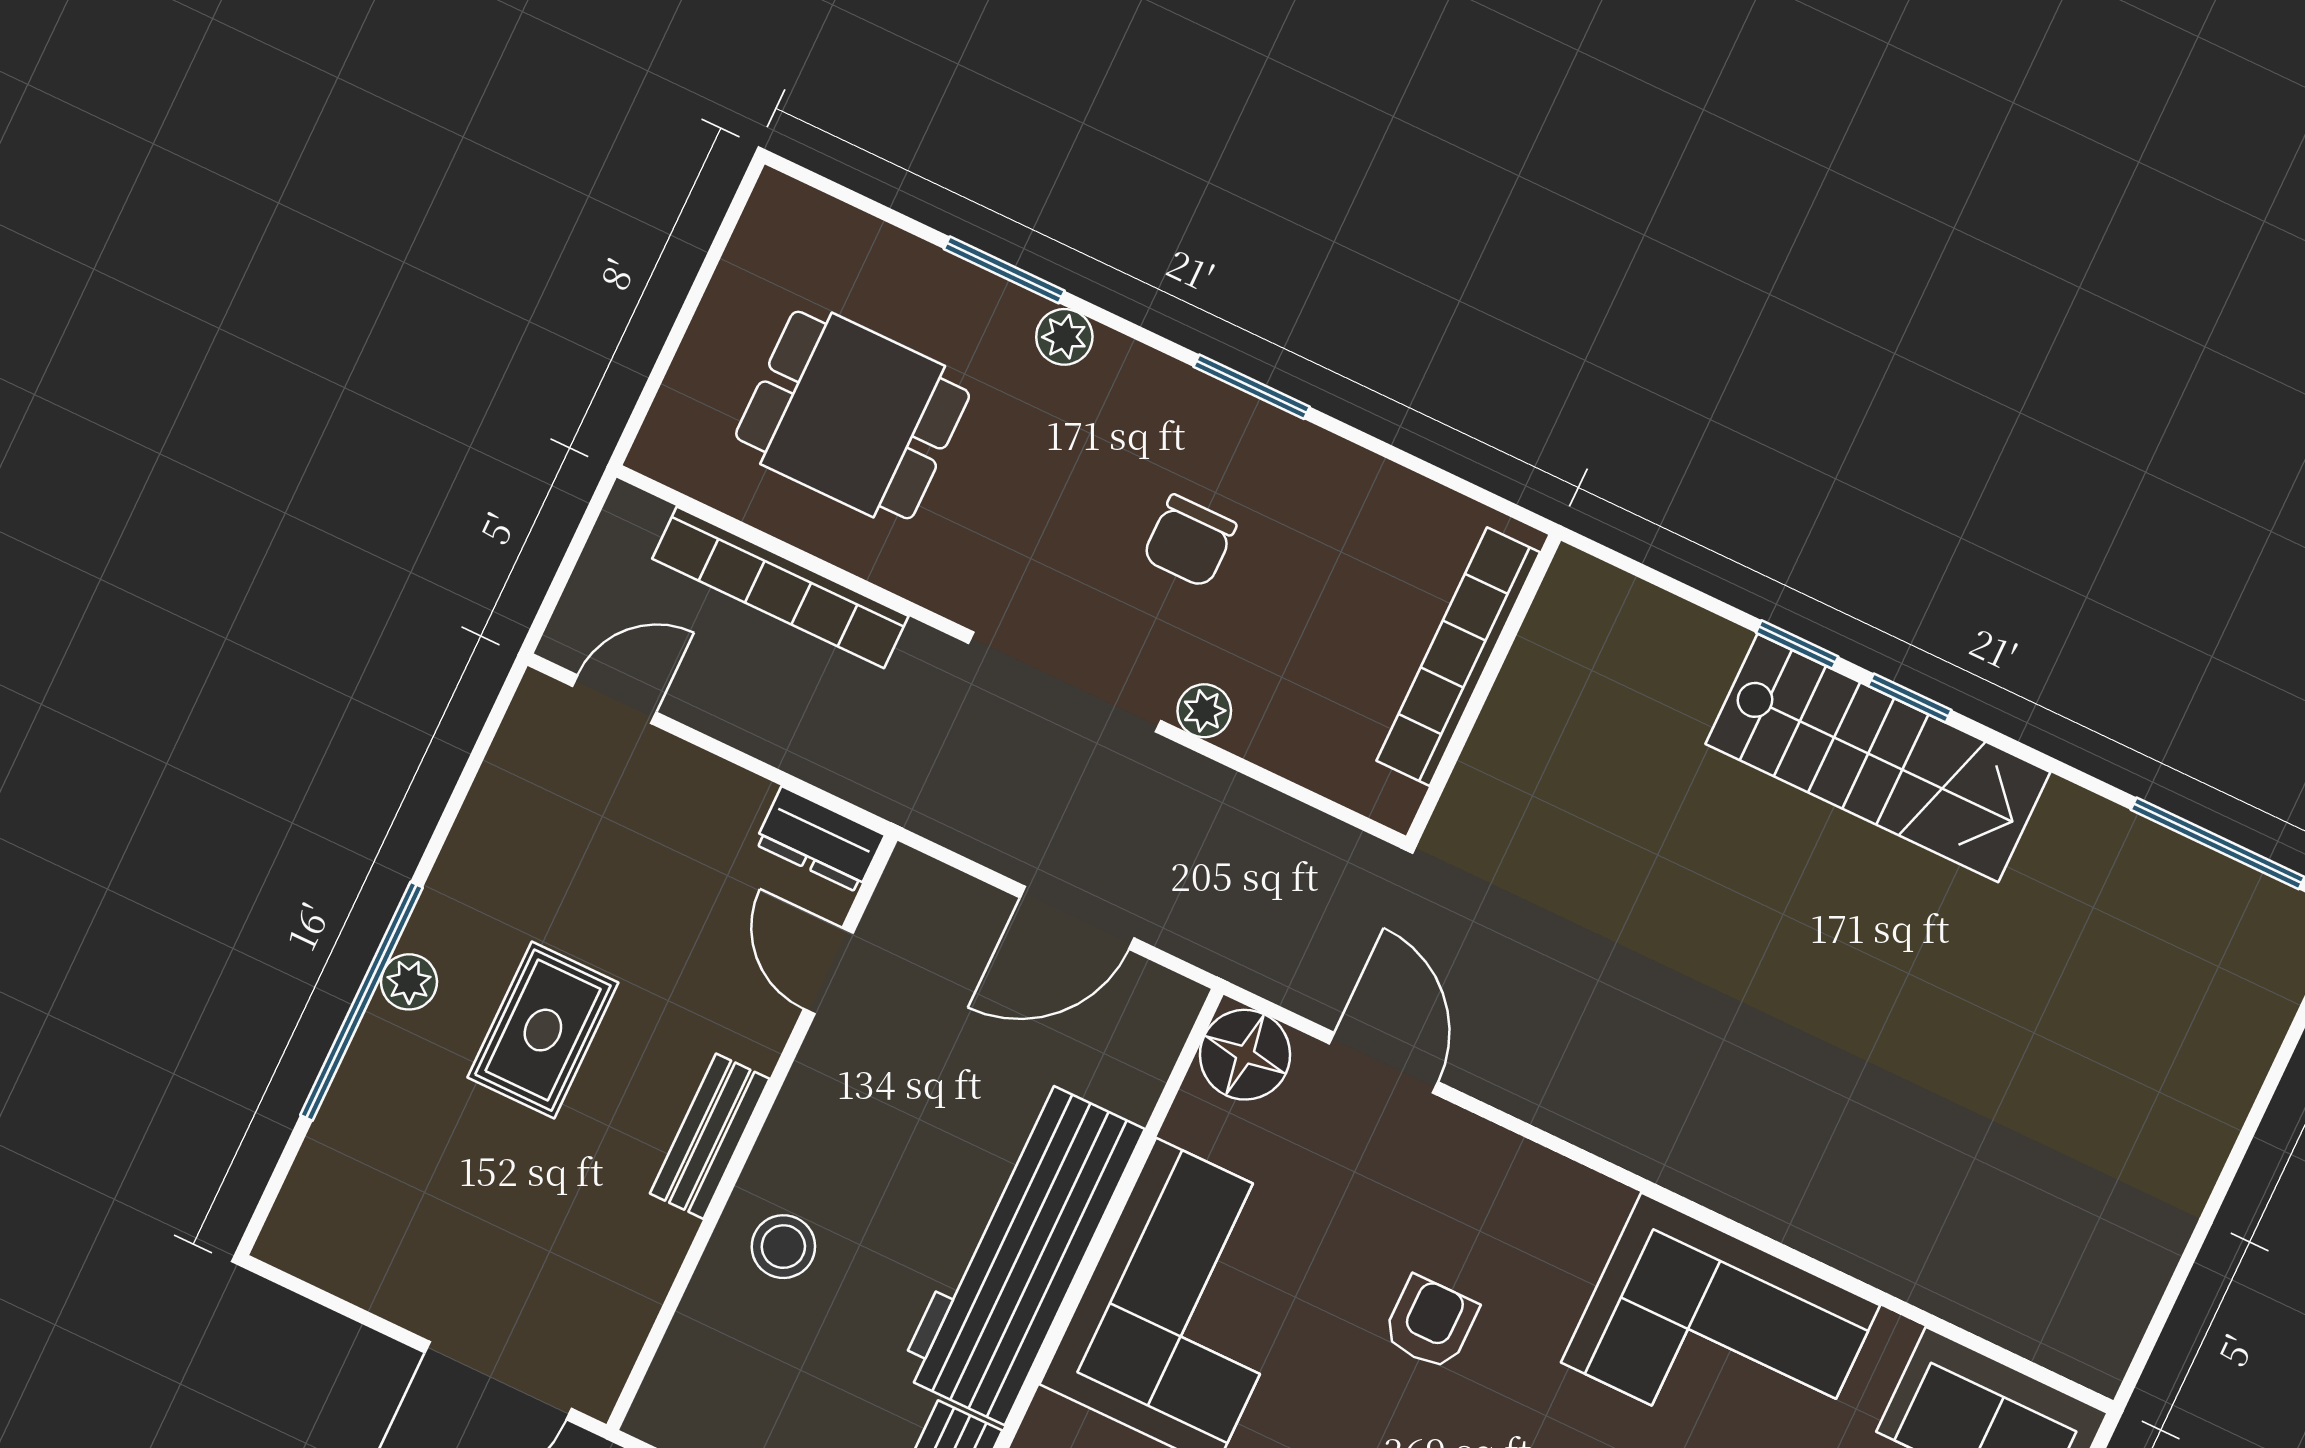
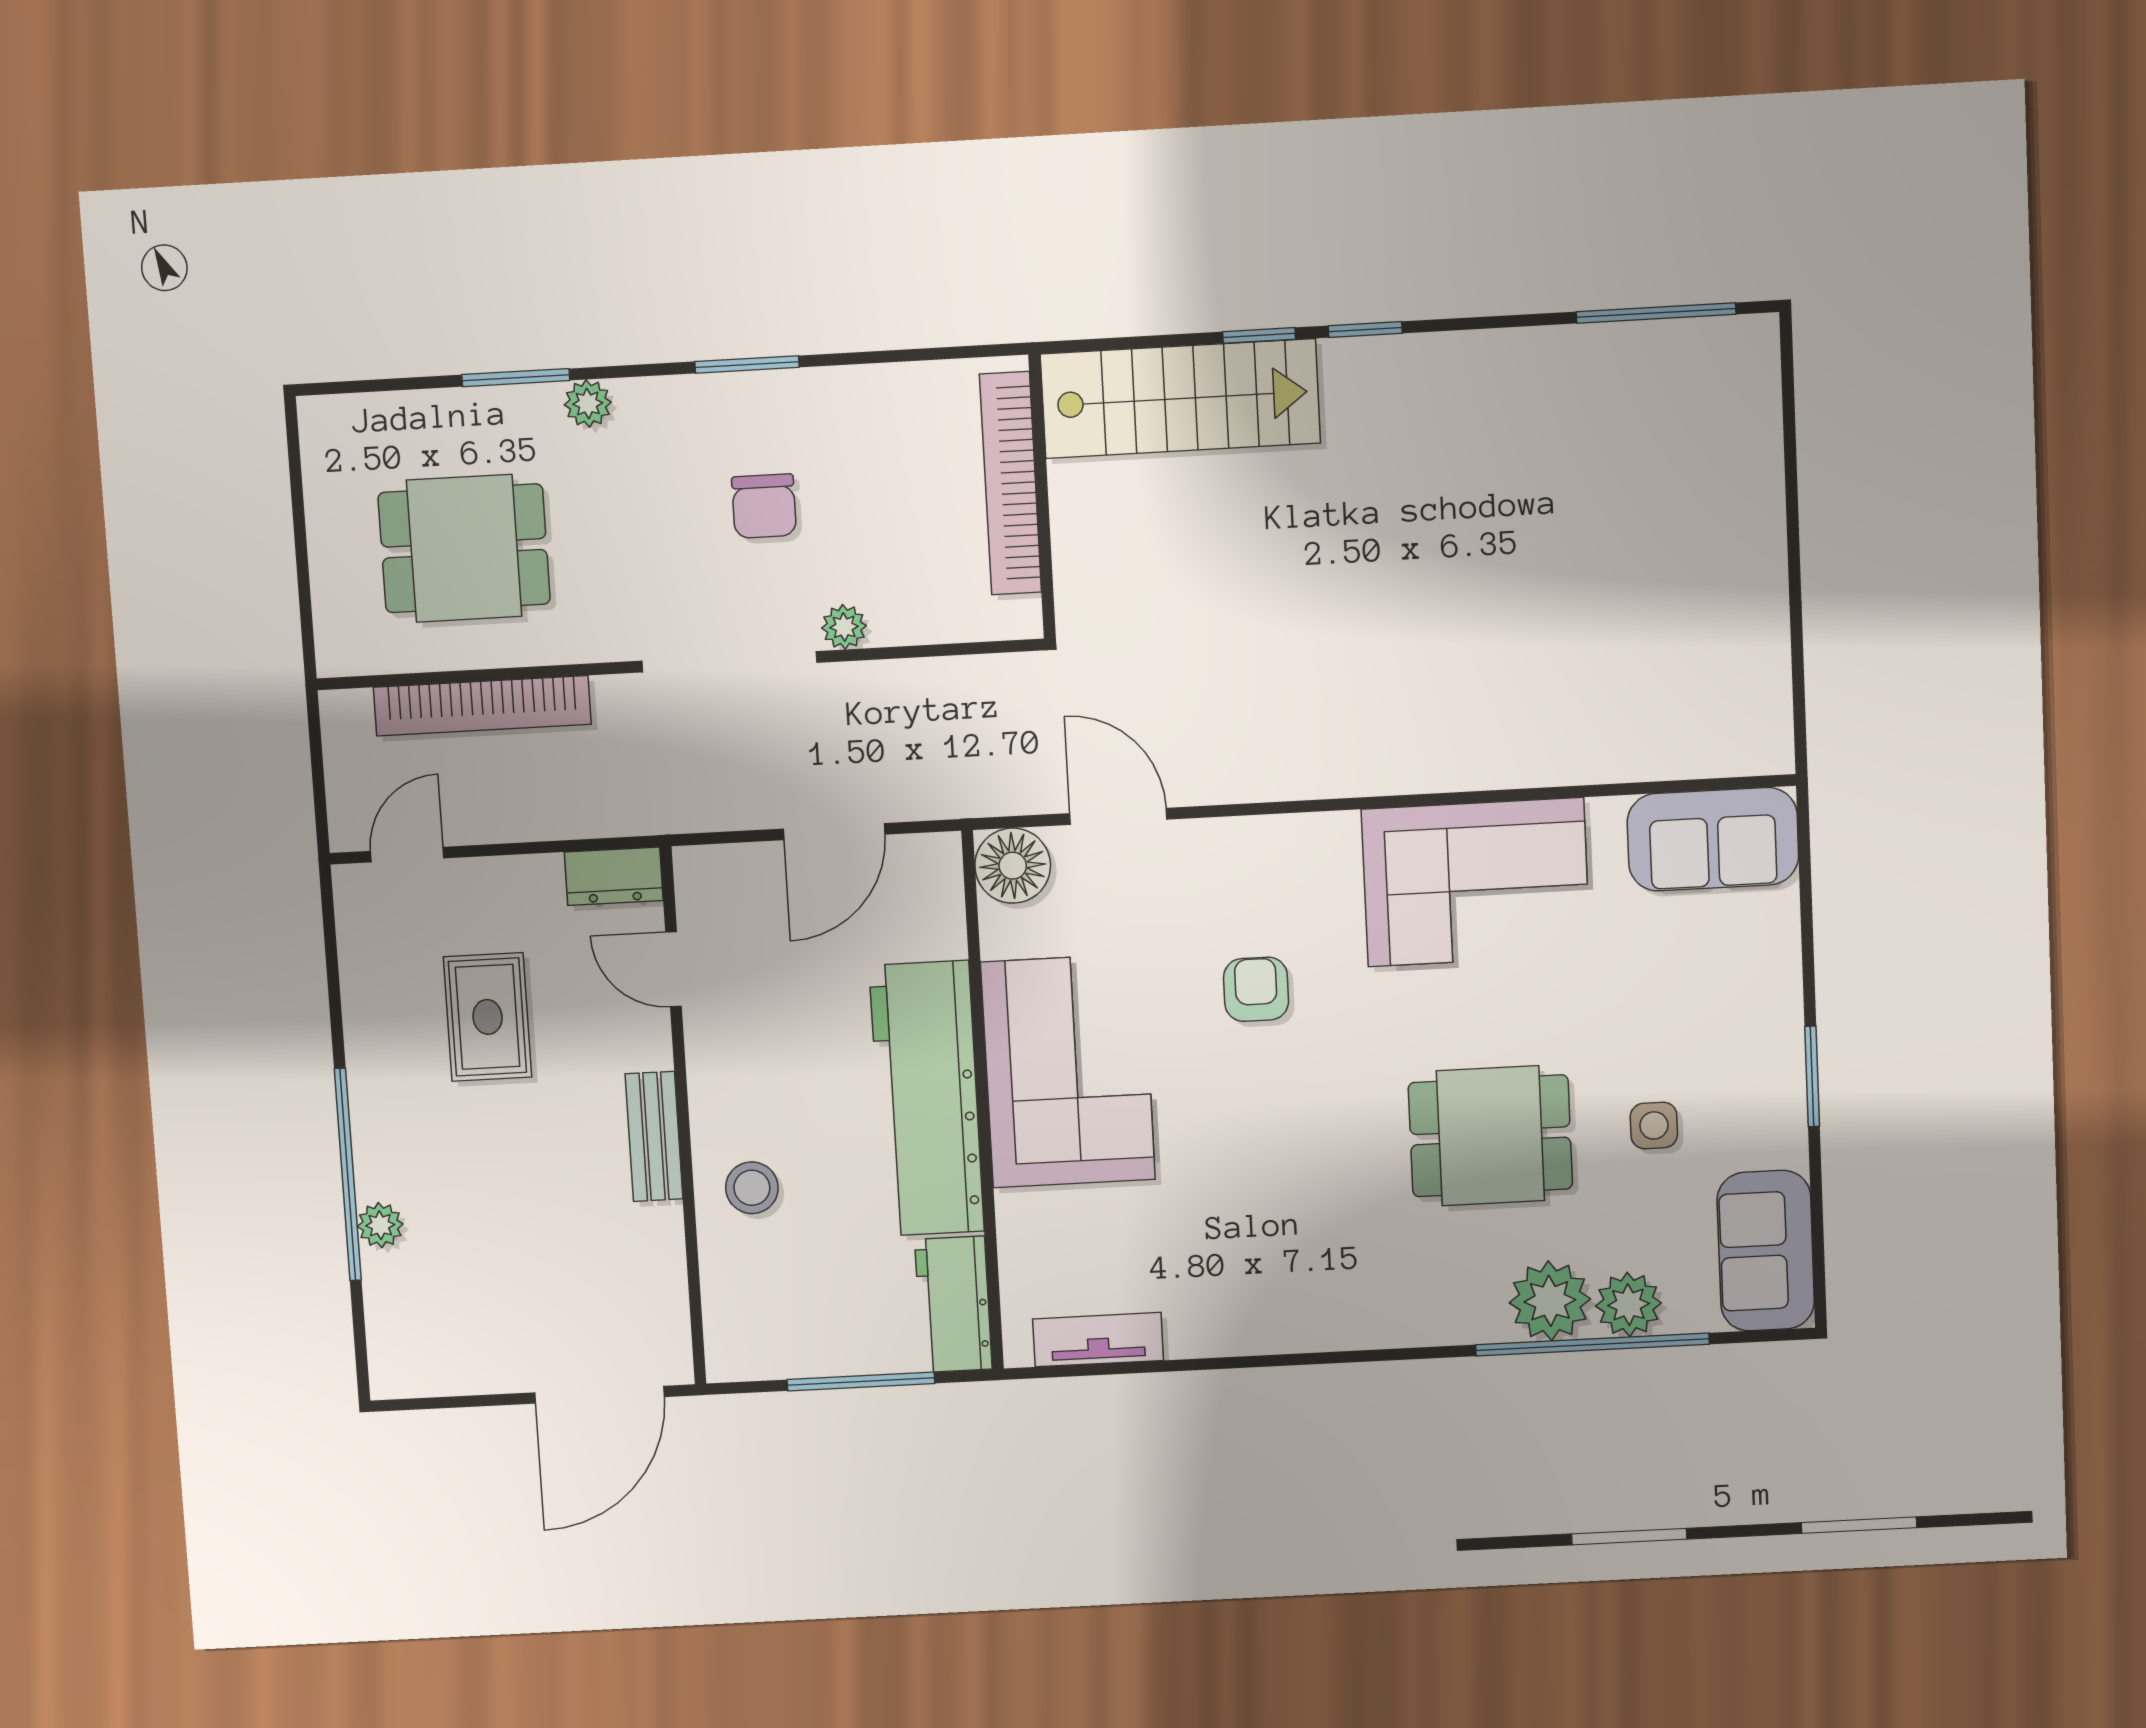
stairs: (1878, 758) -> (1180, 399), moved
plant: (409, 982) -> (380, 1225), moved
rug: (543, 1030) -> (488, 1017), moved

